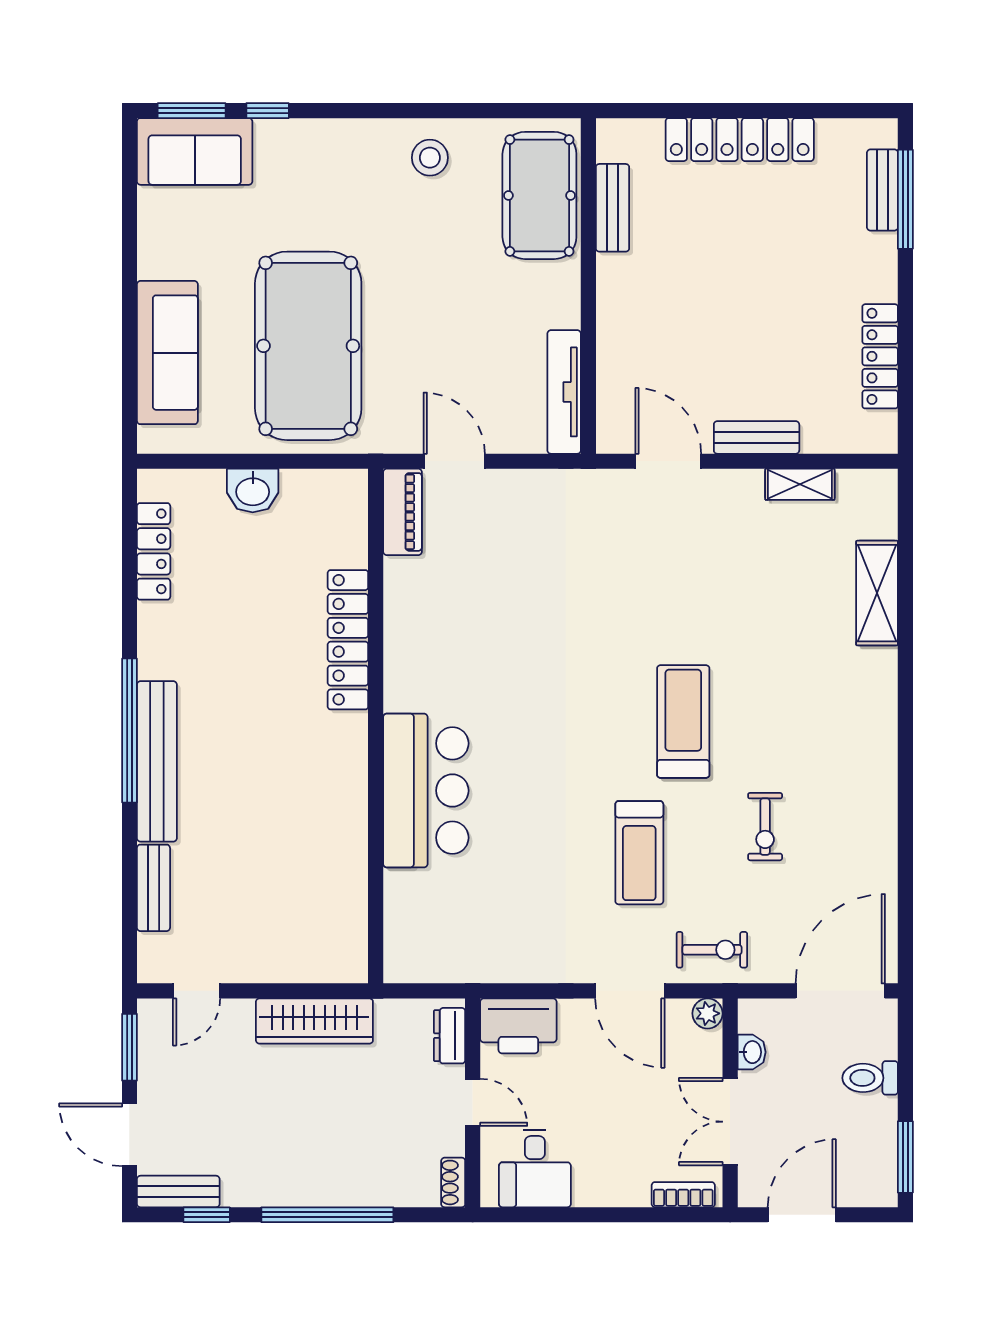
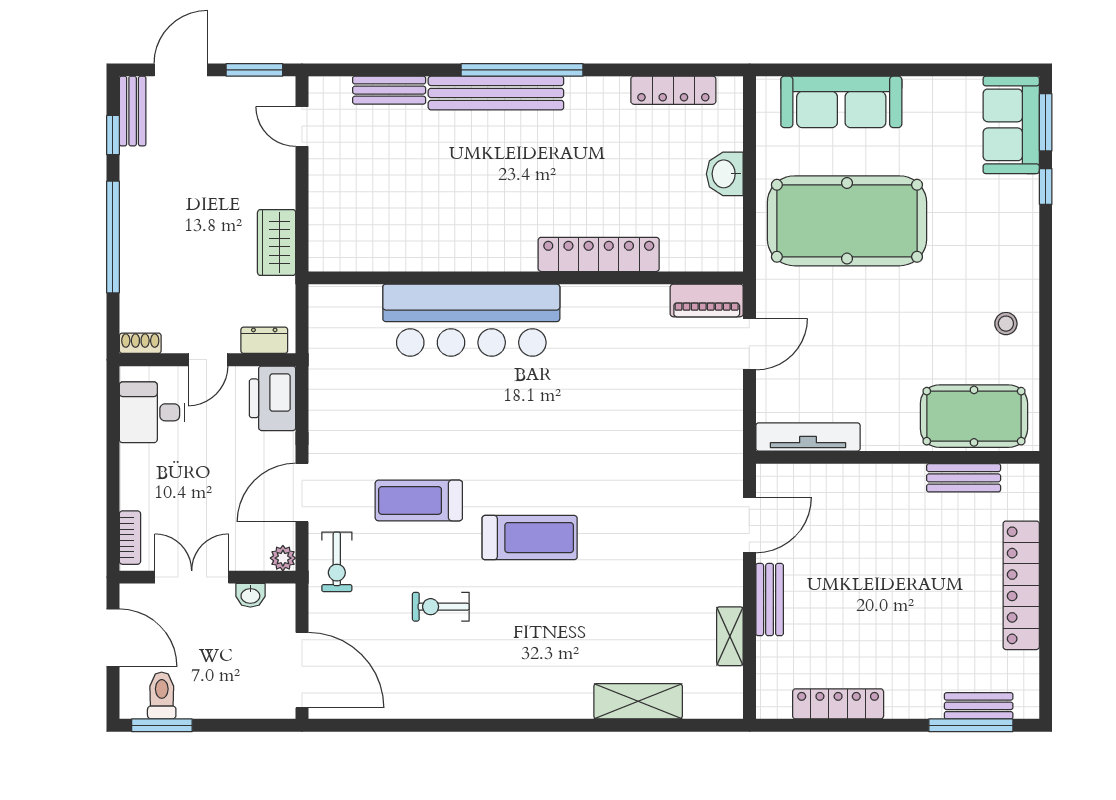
stool: (430, 158) -> (1006, 324), width x0.73, depth x0.73
bar counter: (426, 791) -> (471, 320), width x1.36
wardrobe: (314, 1021) -> (277, 243), width x0.67
toilet: (870, 1078) -> (162, 696), moved

